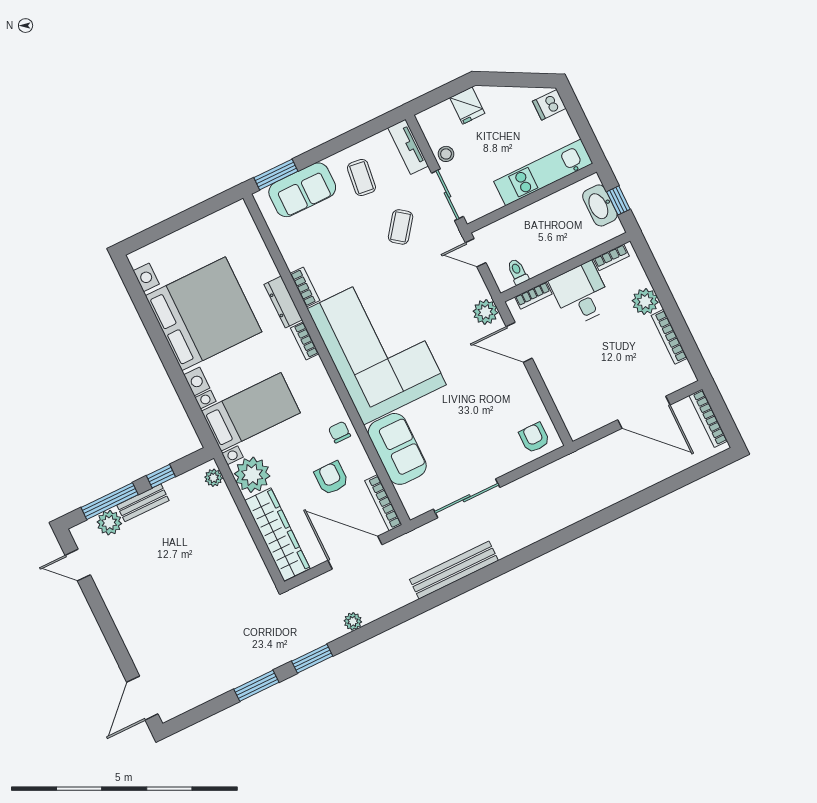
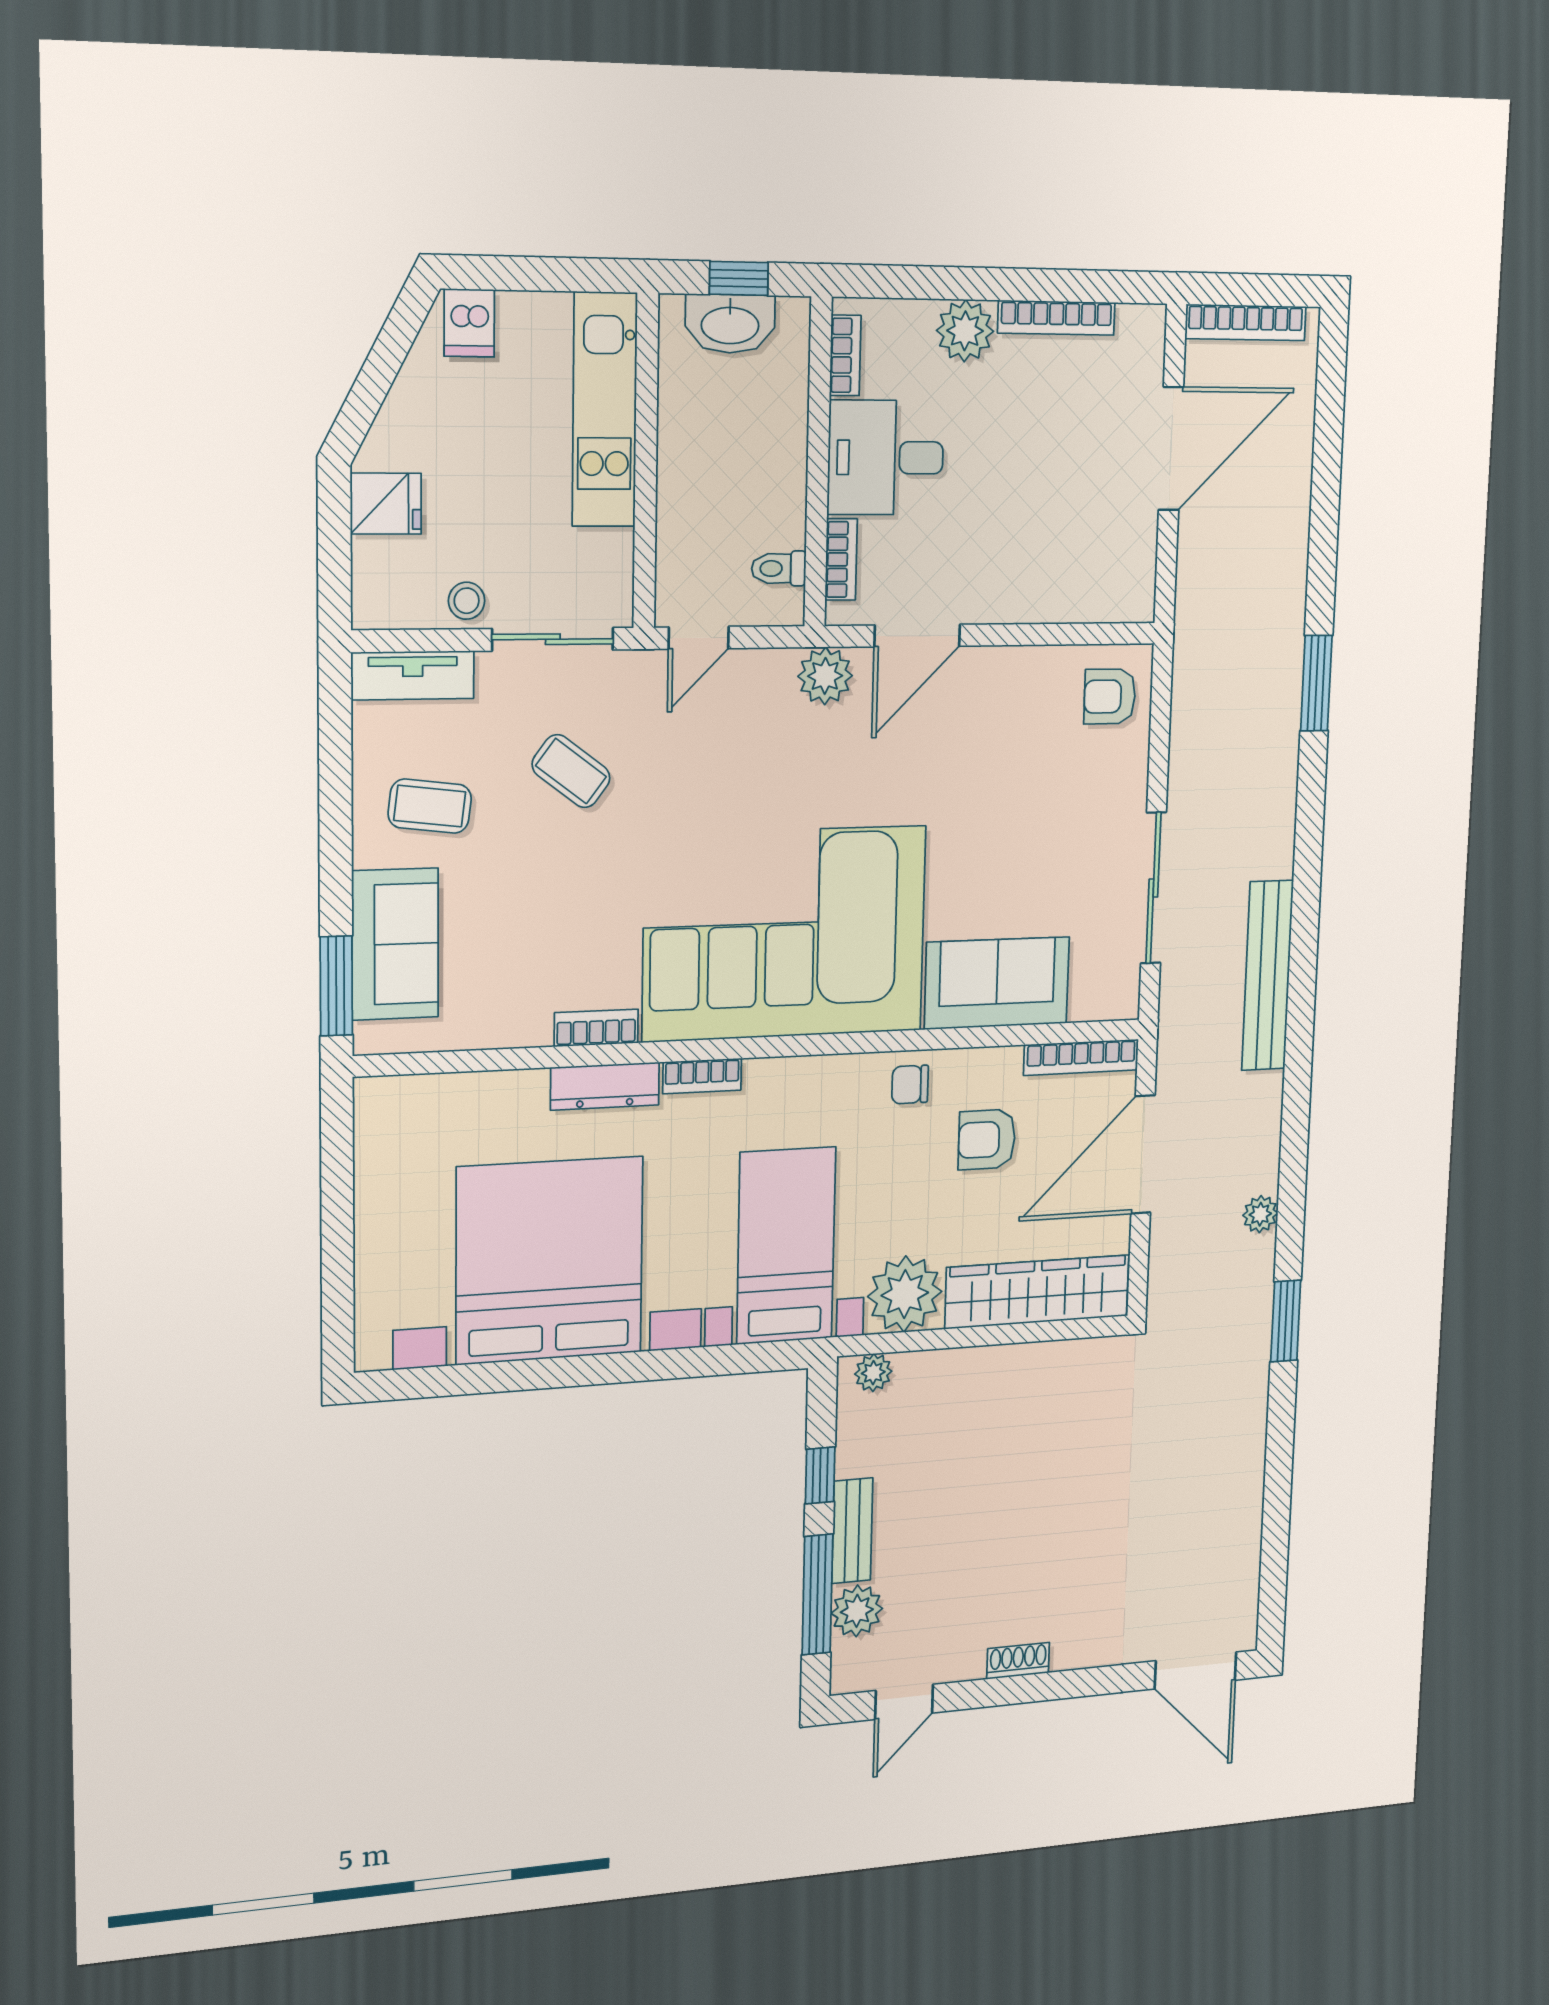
shoe rack: (115, 610) -> (1018, 1661), added
window: (256, 686) -> (1316, 683), moved

